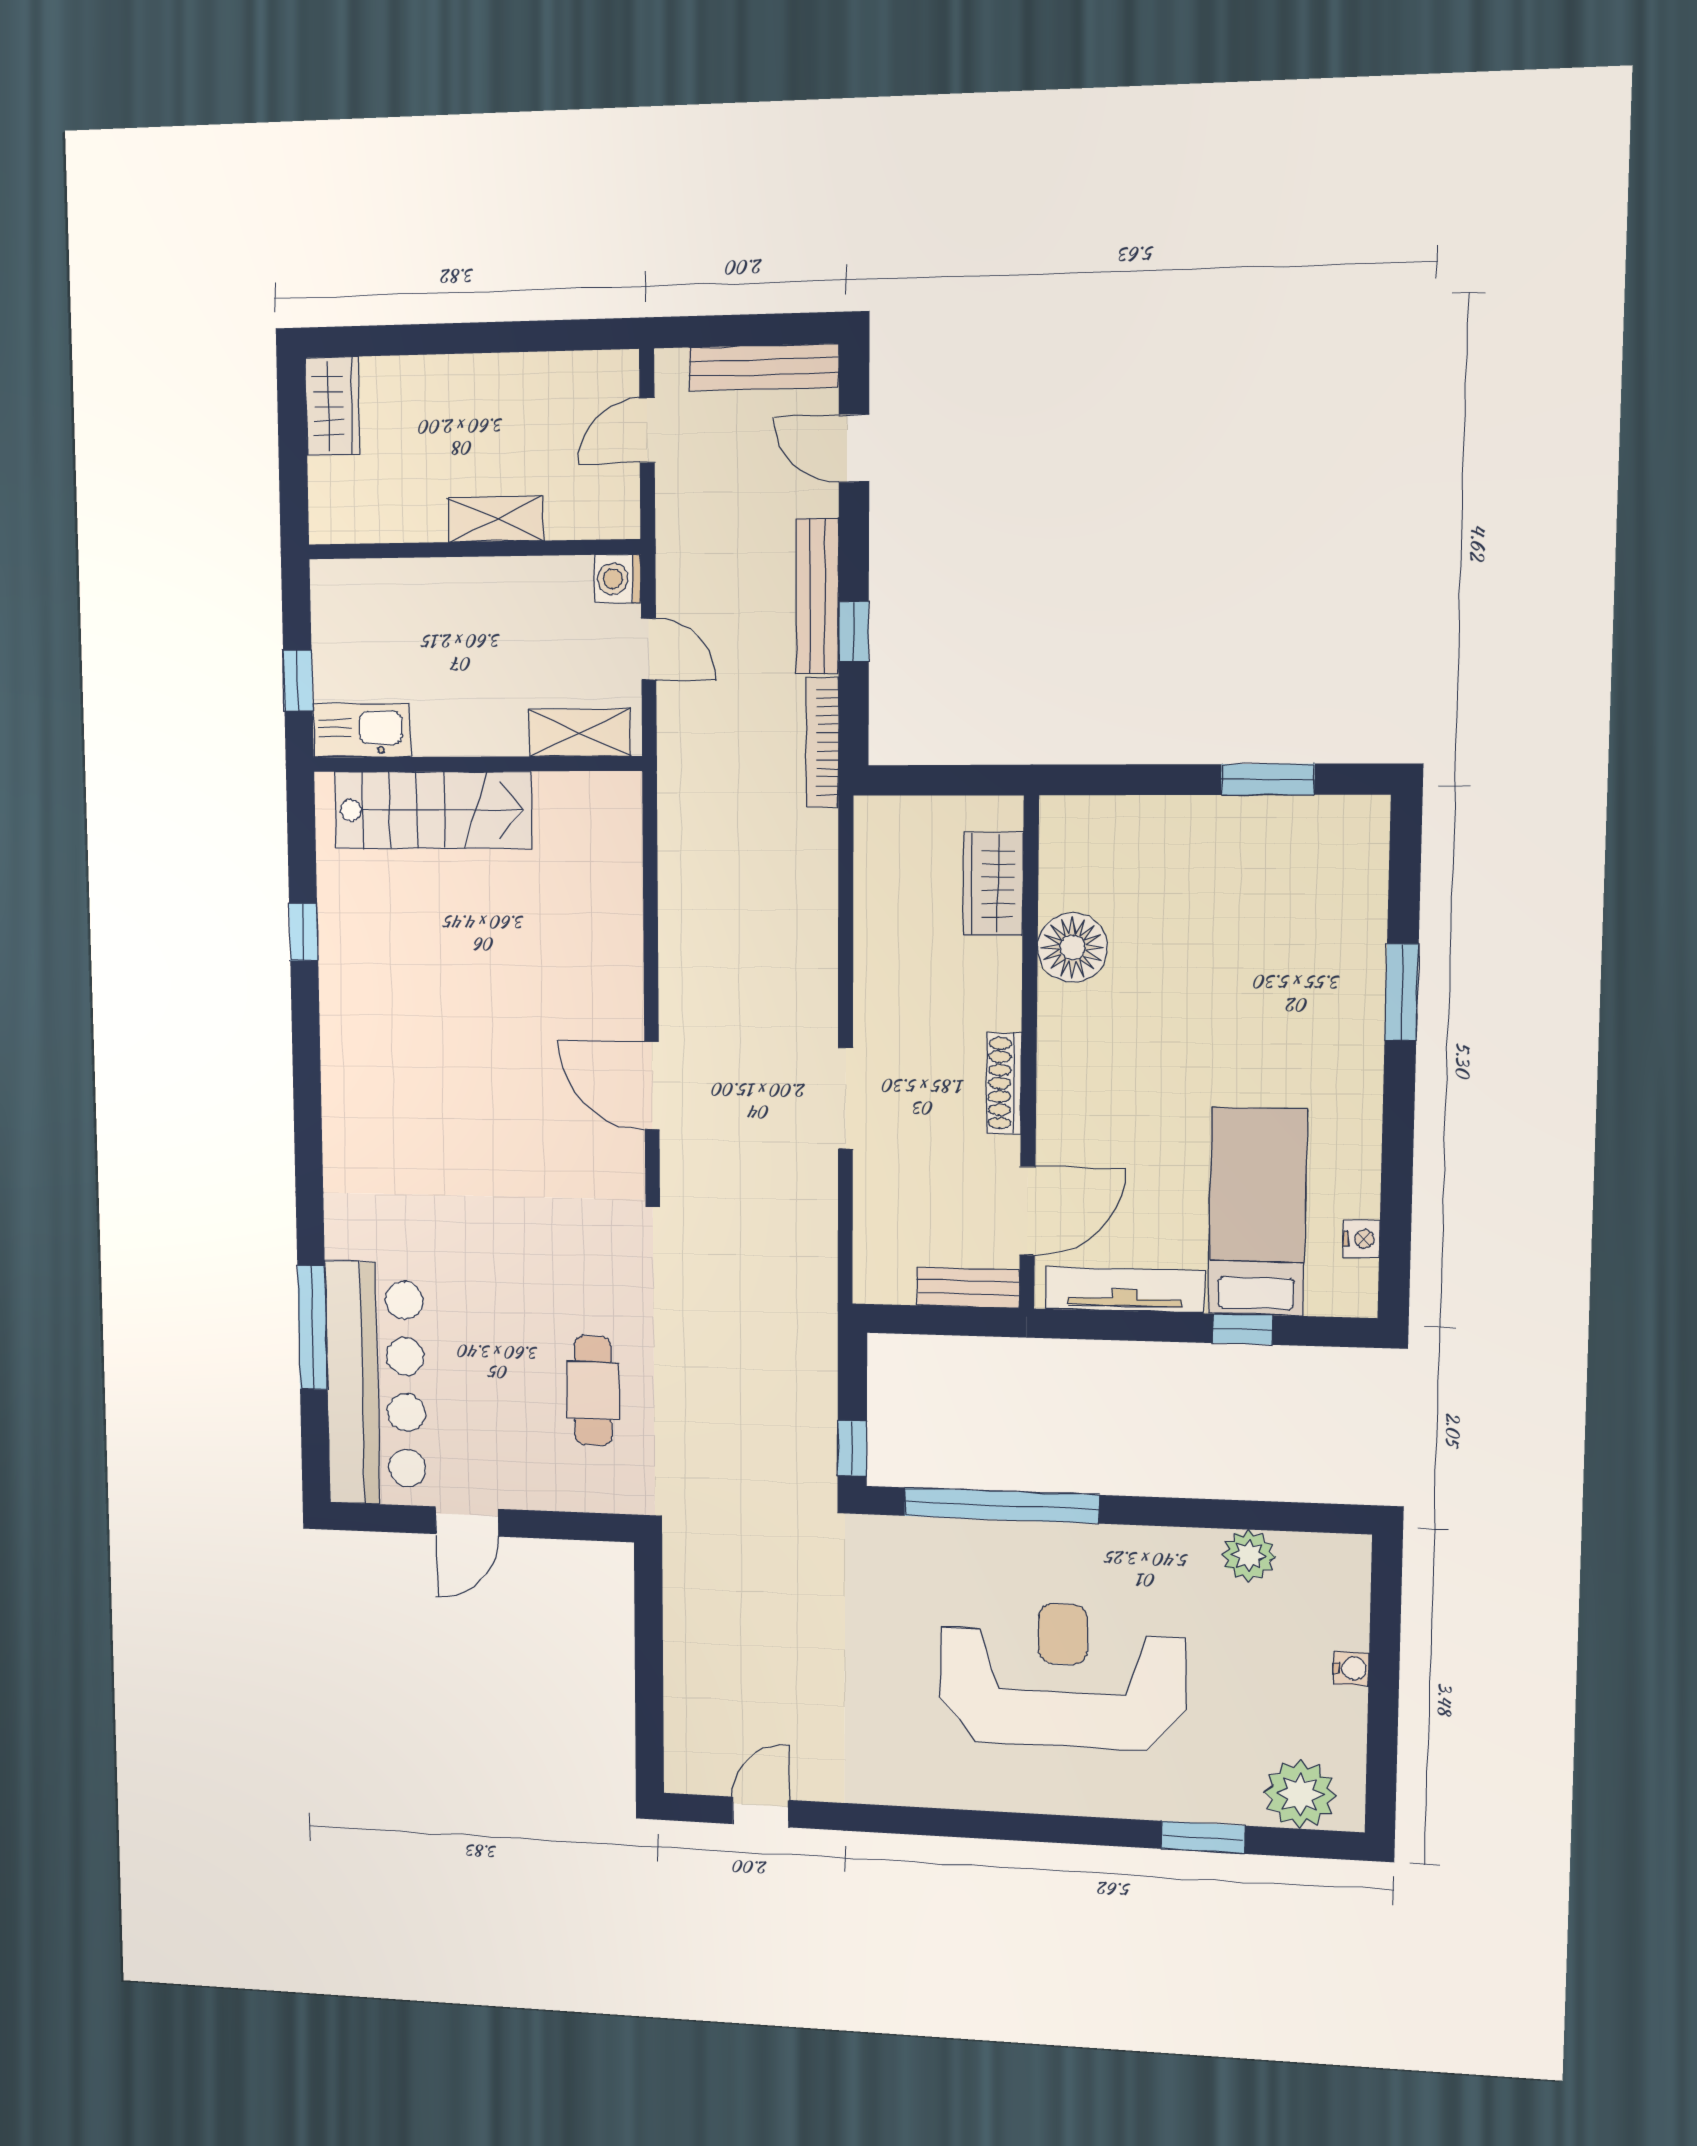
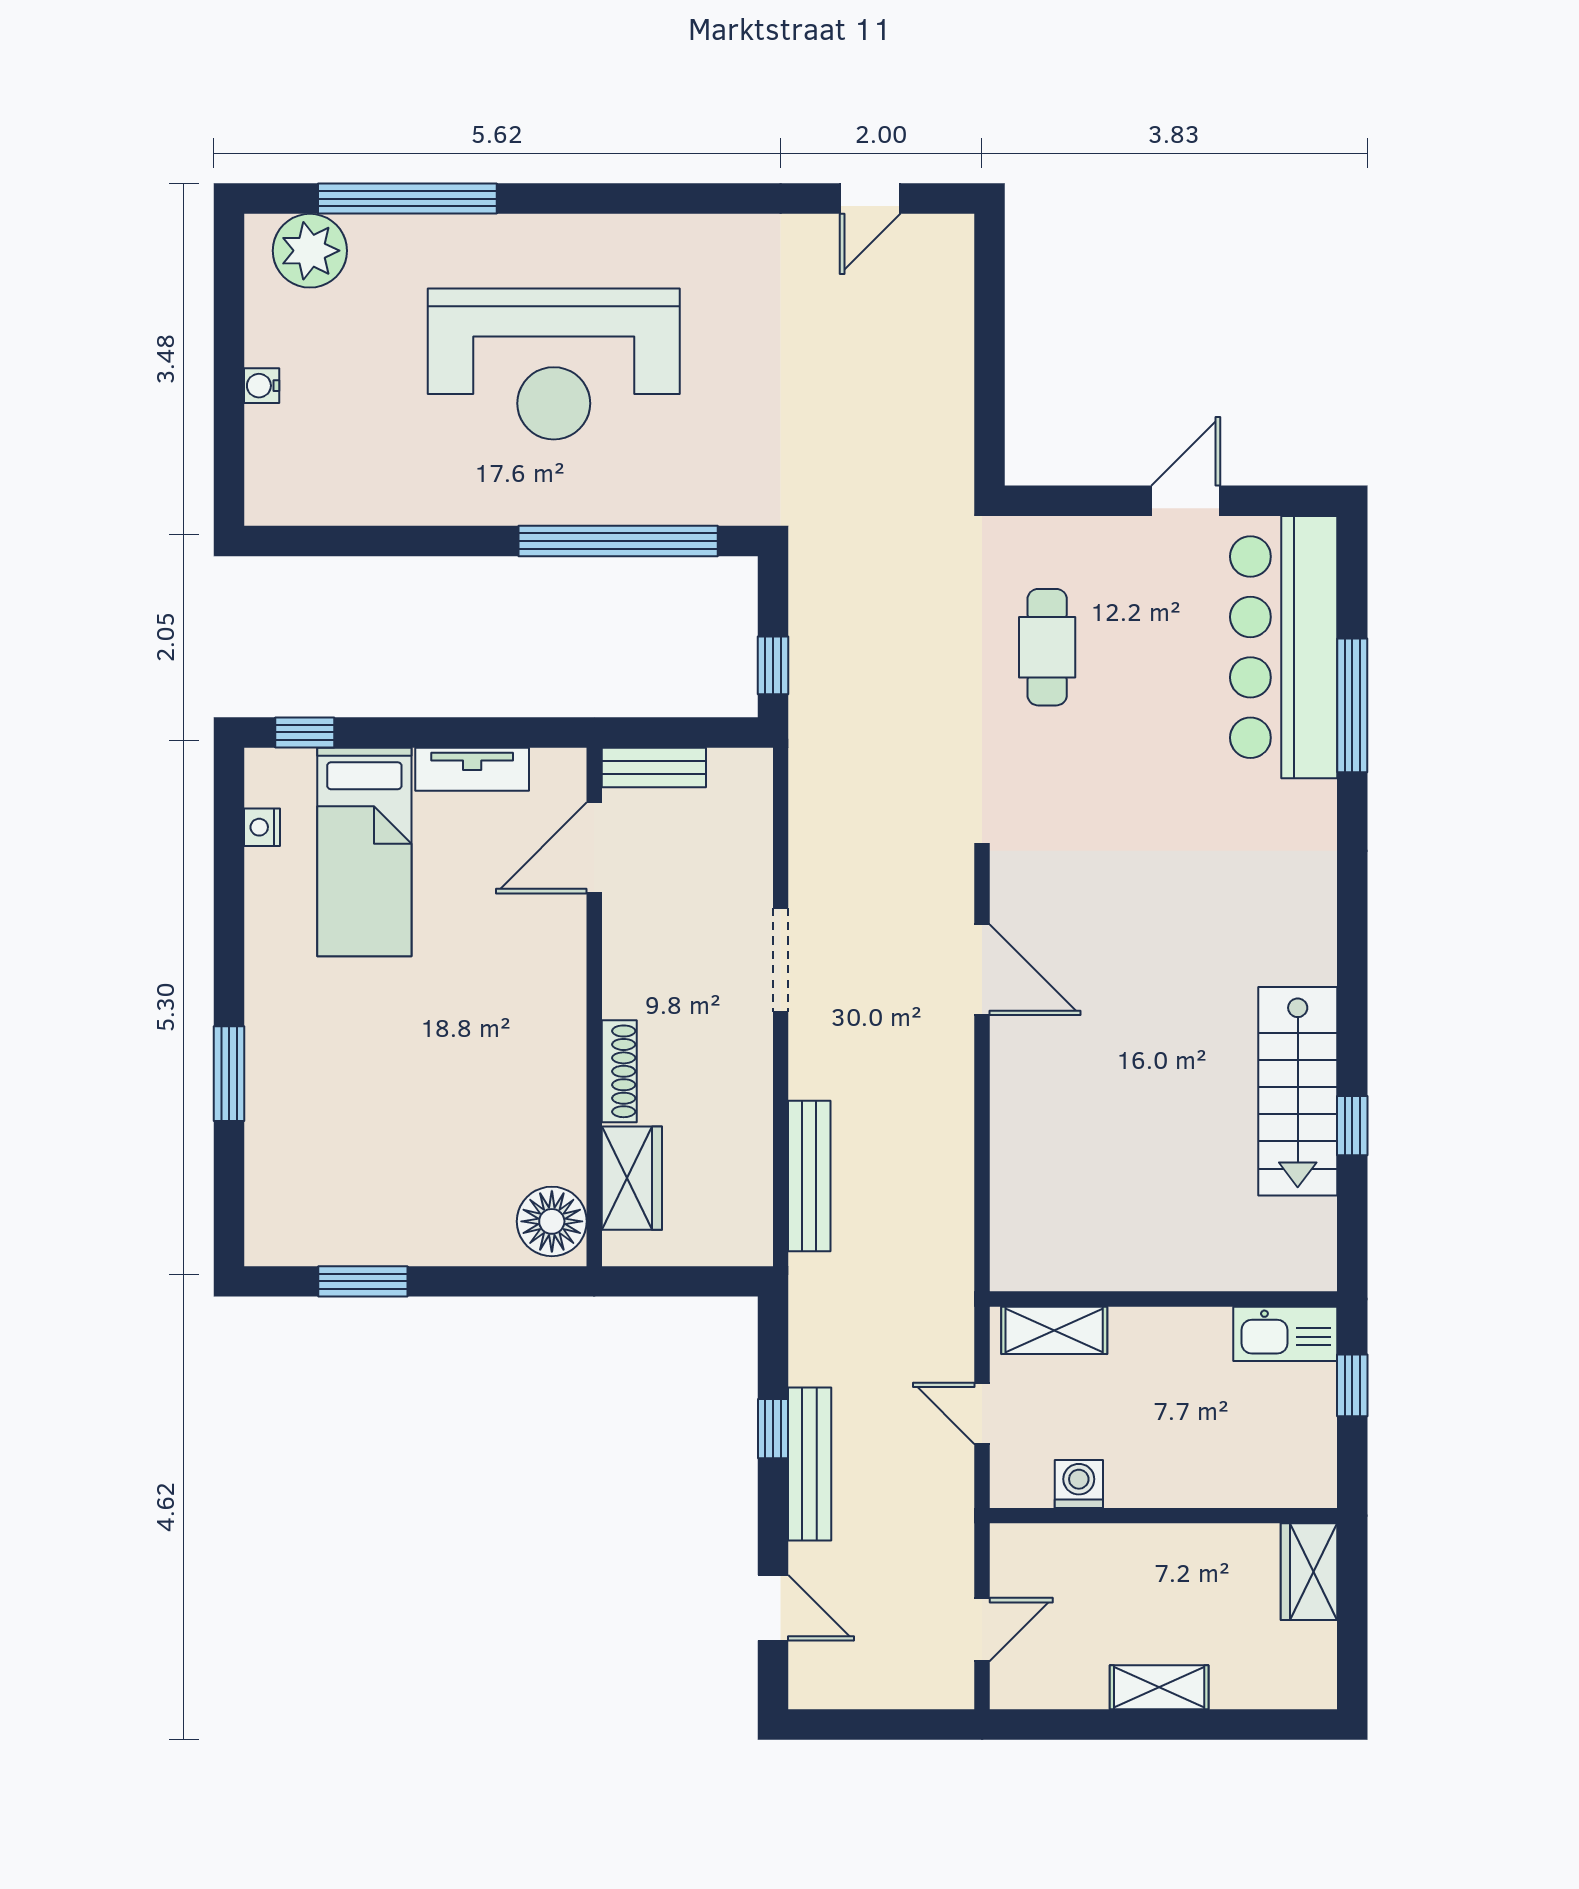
bench: (764, 367) -> (809, 1176), moved, turned 90
wardrobe: (332, 406) -> (1309, 1572), moved
shelving: (496, 519) -> (1159, 1687), moved
washing machine: (618, 579) -> (1079, 1484), moved, turned -90
bookcase: (822, 742) -> (805, 1319), removed
stairs: (433, 810) -> (1298, 1091), moved, turned -90
floor lamp: (1073, 948) -> (552, 1221), moved
shoe rack: (1004, 1083) -> (619, 1071), moved
tv unit: (1125, 1290) -> (472, 769), width x0.71
window: (1243, 1329) -> (305, 732), moved
window: (852, 1448) -> (773, 665), moved
plant: (1249, 1556) -> (366, 499), removed
window: (1203, 1837) -> (407, 199), width x2.11

